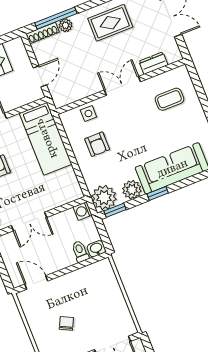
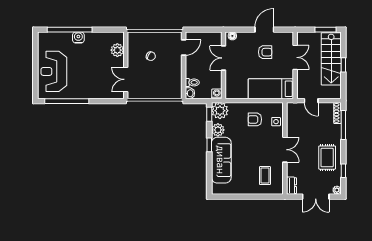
plant: (66, 25) -> (337, 129), removed
dresser: (153, 63) -> (291, 186), moved

